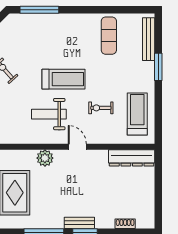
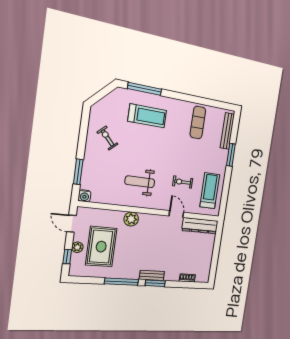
treadmill: (64, 79) -> (147, 116), moved
door: (77, 147) -> (176, 214), moved

